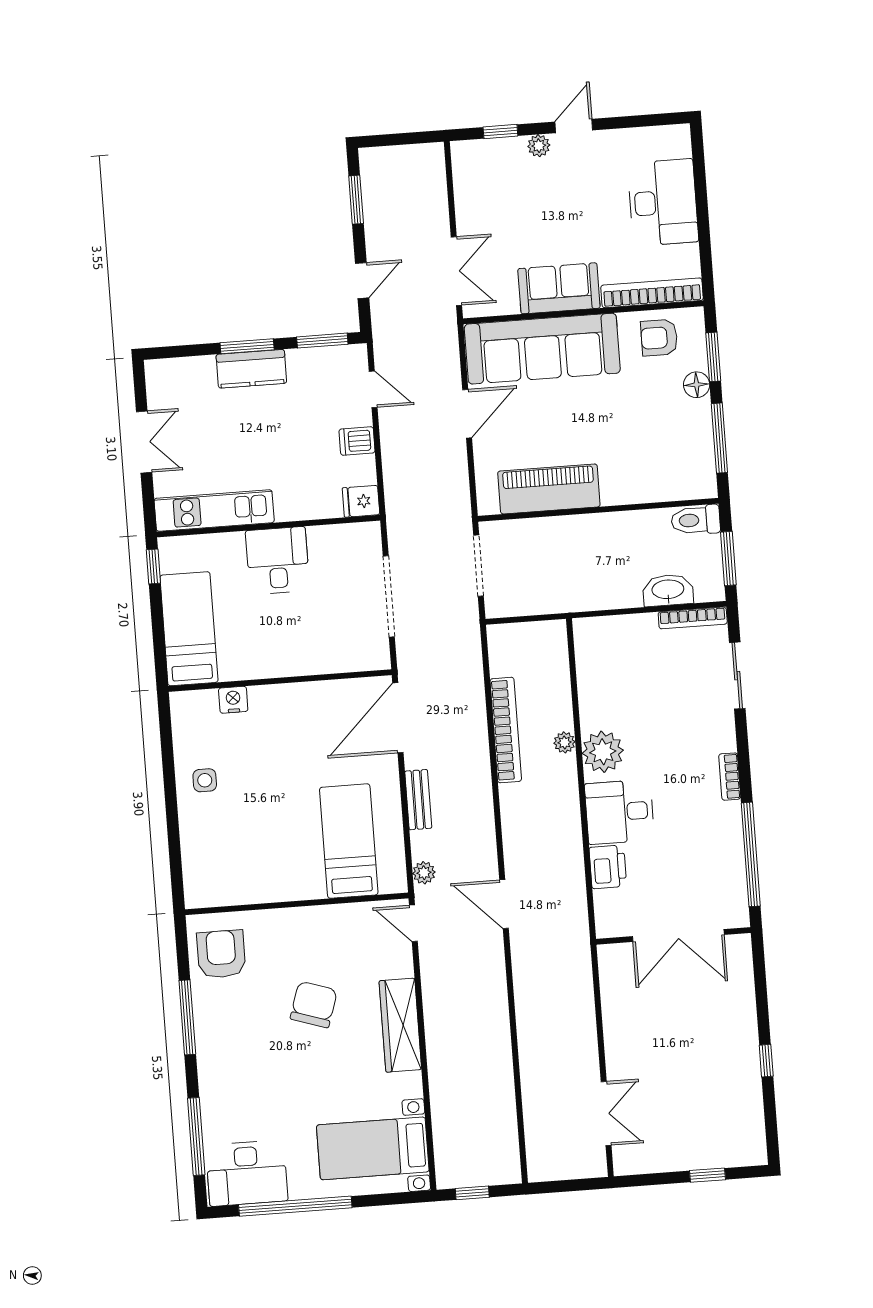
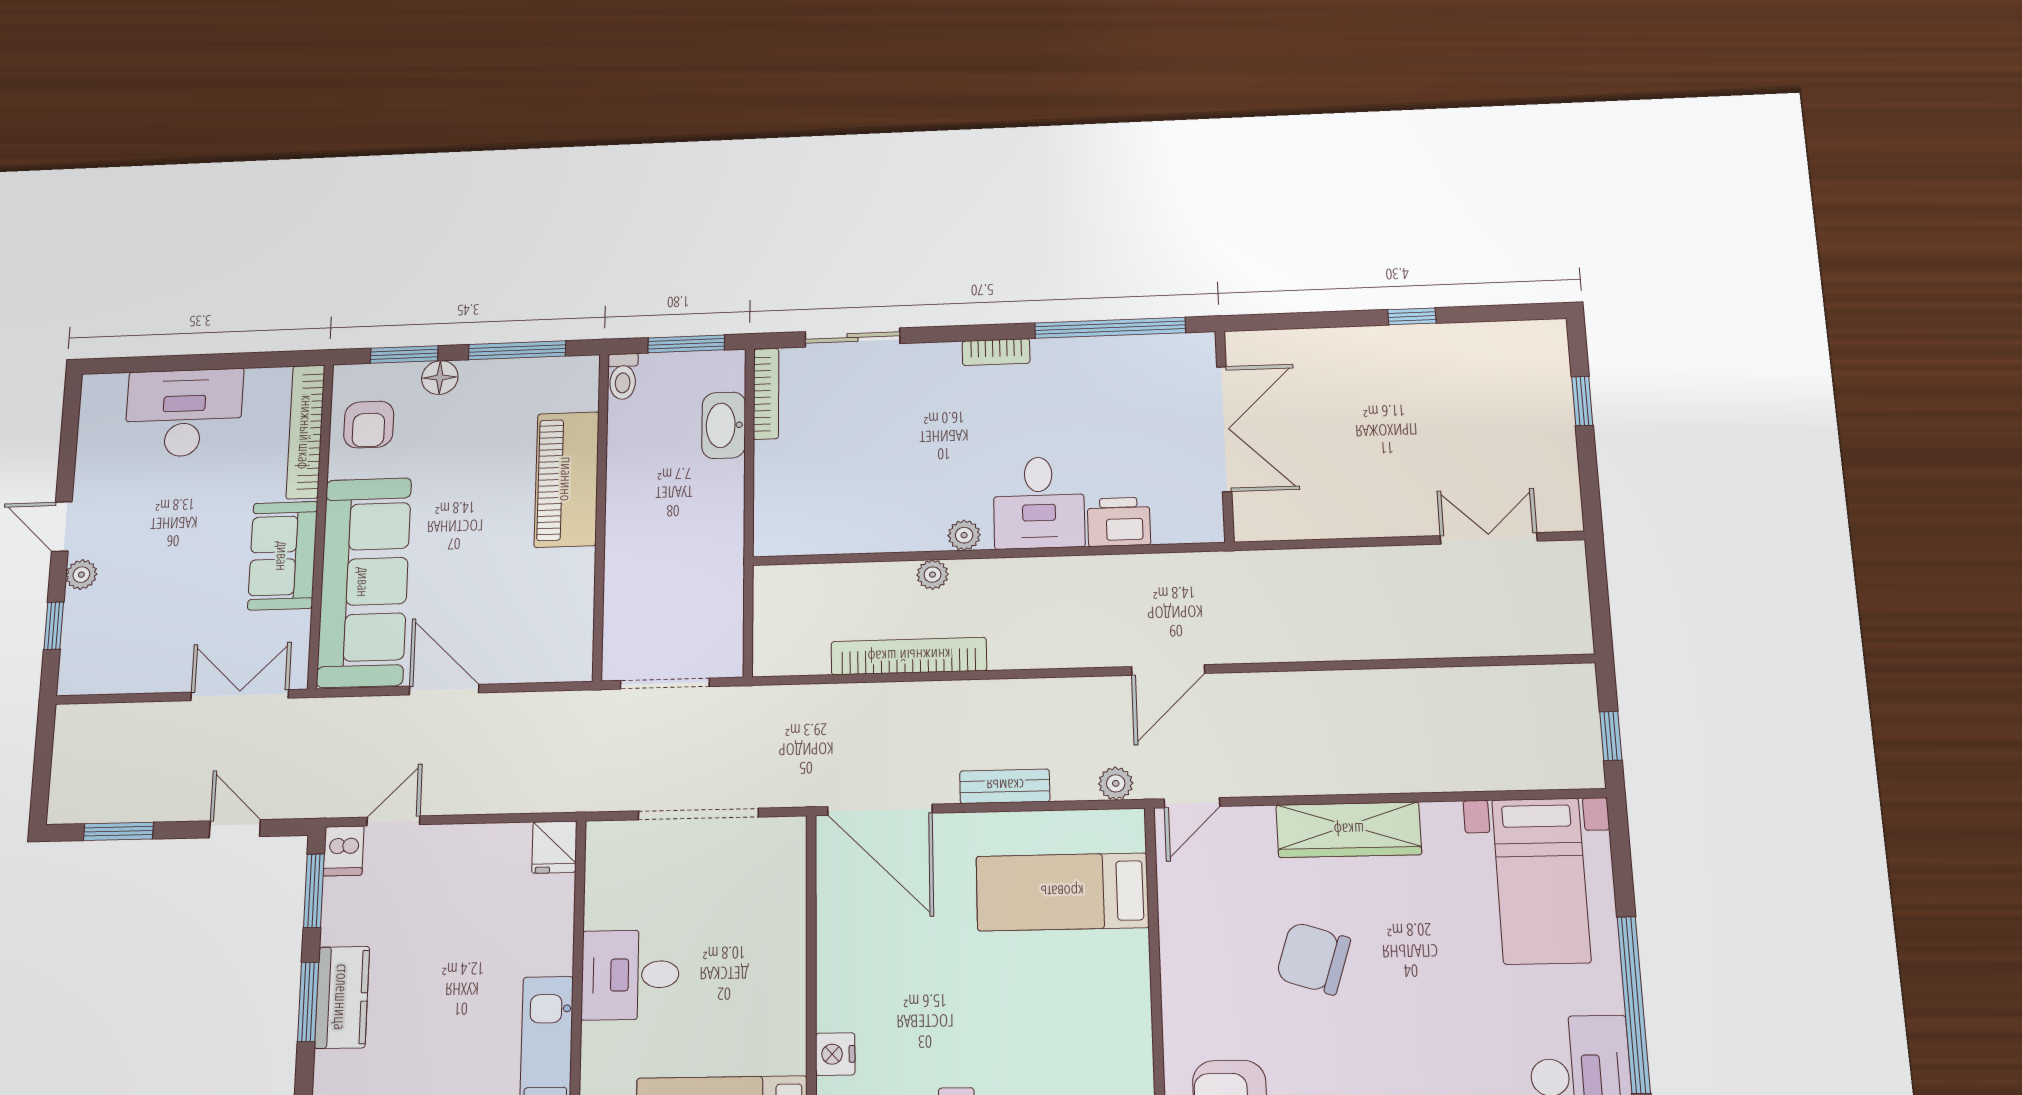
dishwasher: (357, 441) -> (344, 851), moved
piano: (549, 489) -> (567, 479), moved
toilet: (696, 520) -> (623, 376), width x0.73, depth x0.72
plant: (603, 752) -> (964, 535), width x0.53, depth x0.53

